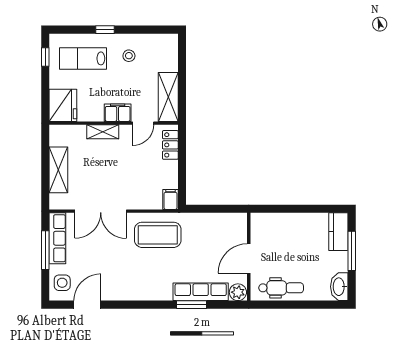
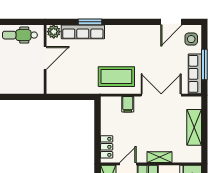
filing cabinet: (170, 199) -> (128, 104), moved

